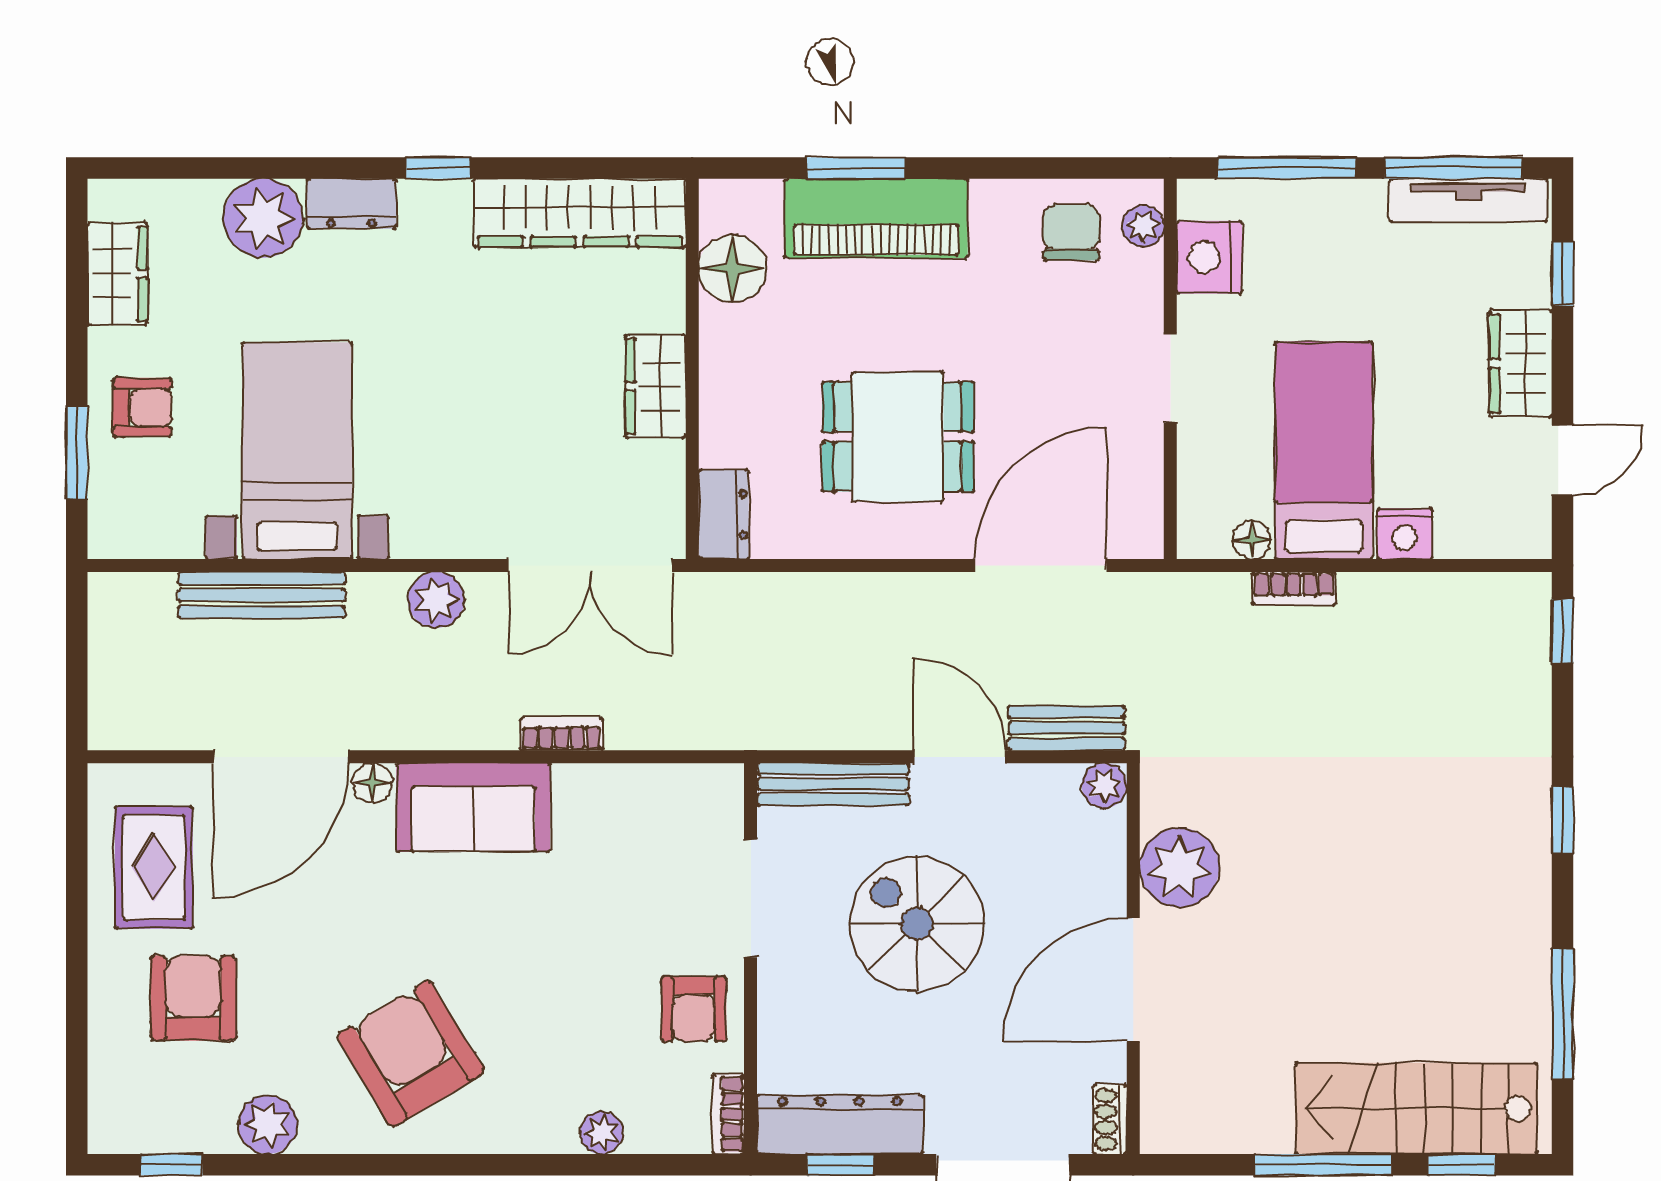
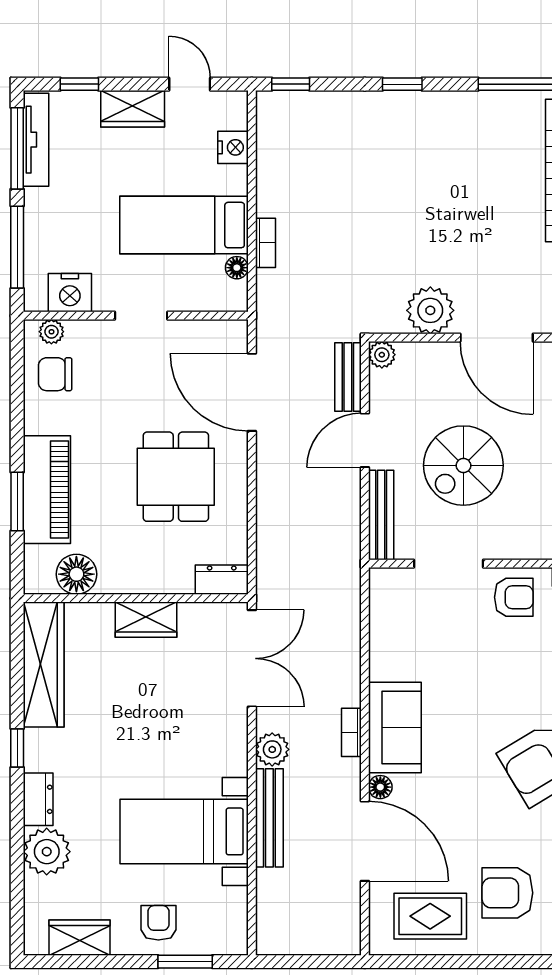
nightstand: (1405, 534) -> (233, 147), moved
bench: (262, 595) -> (269, 818), moved
bookcase: (562, 734) -> (351, 732), moved

